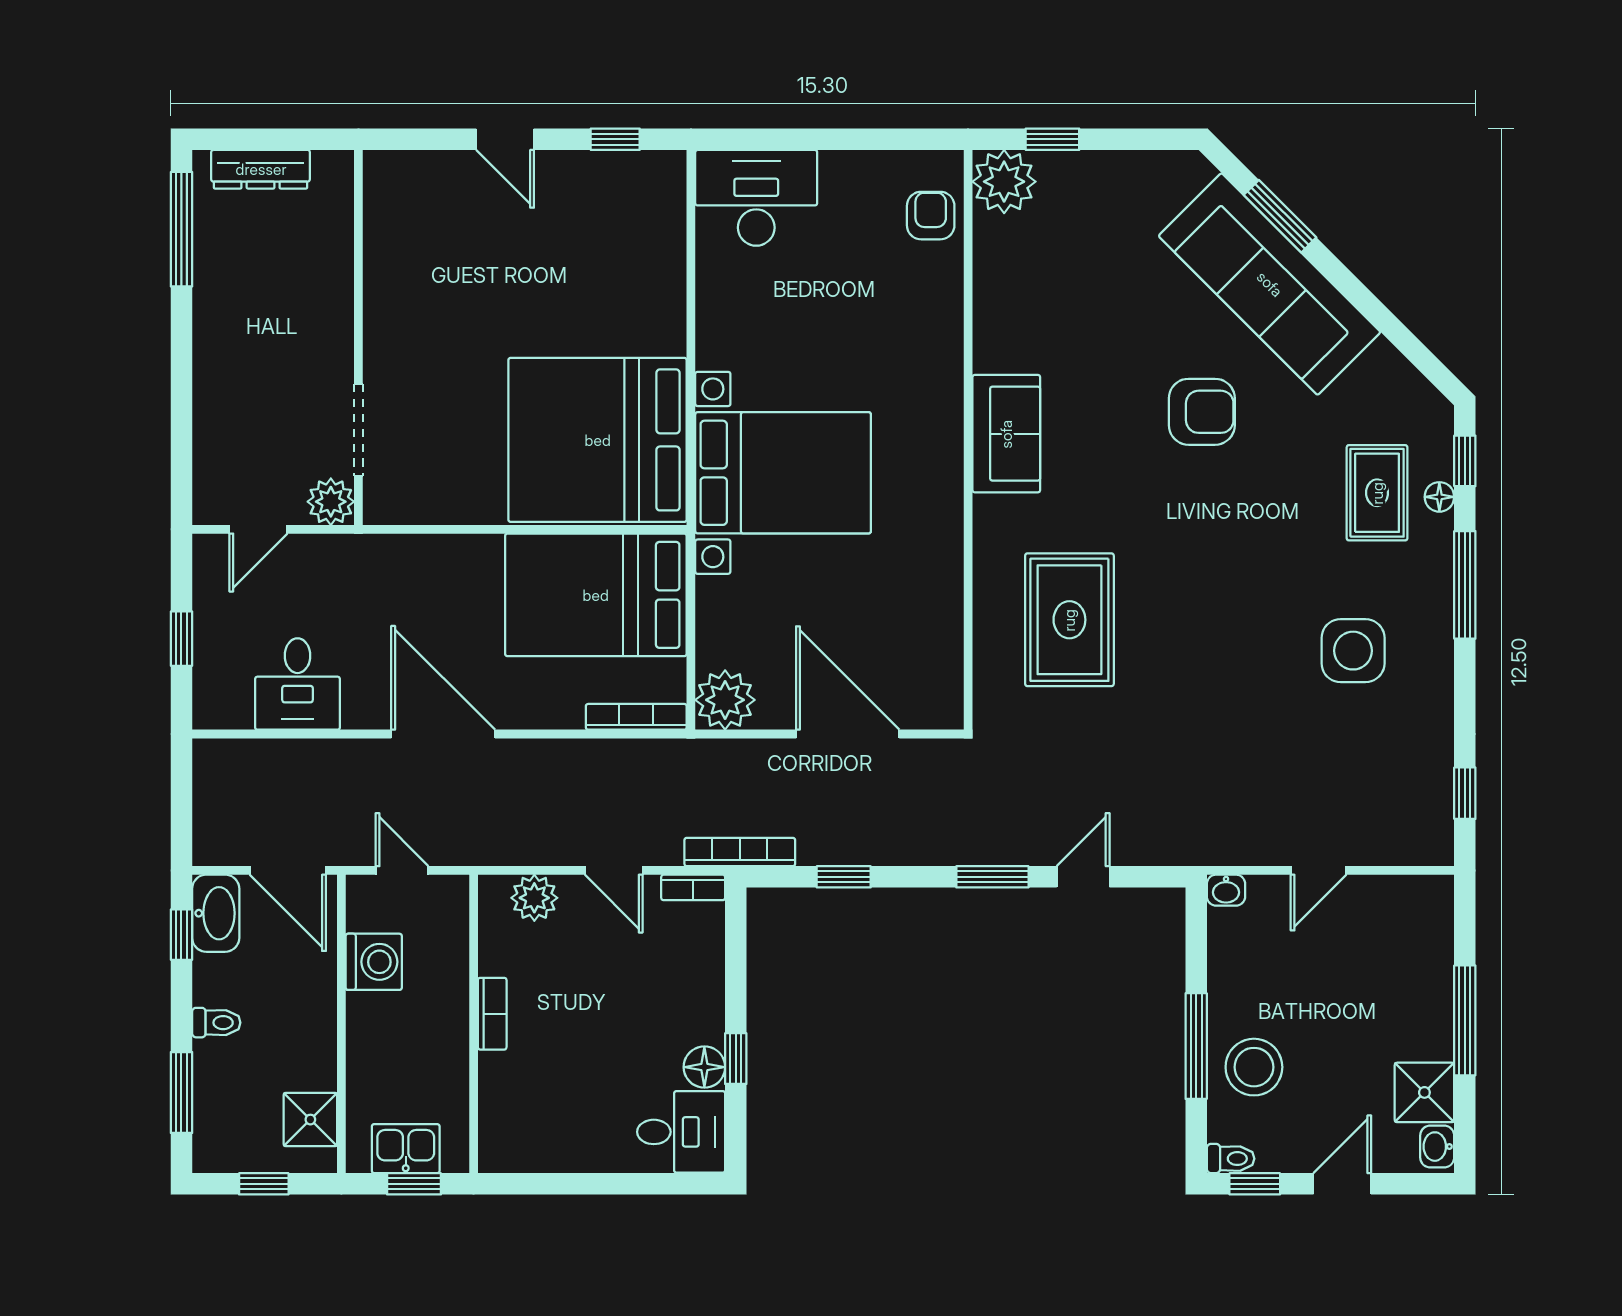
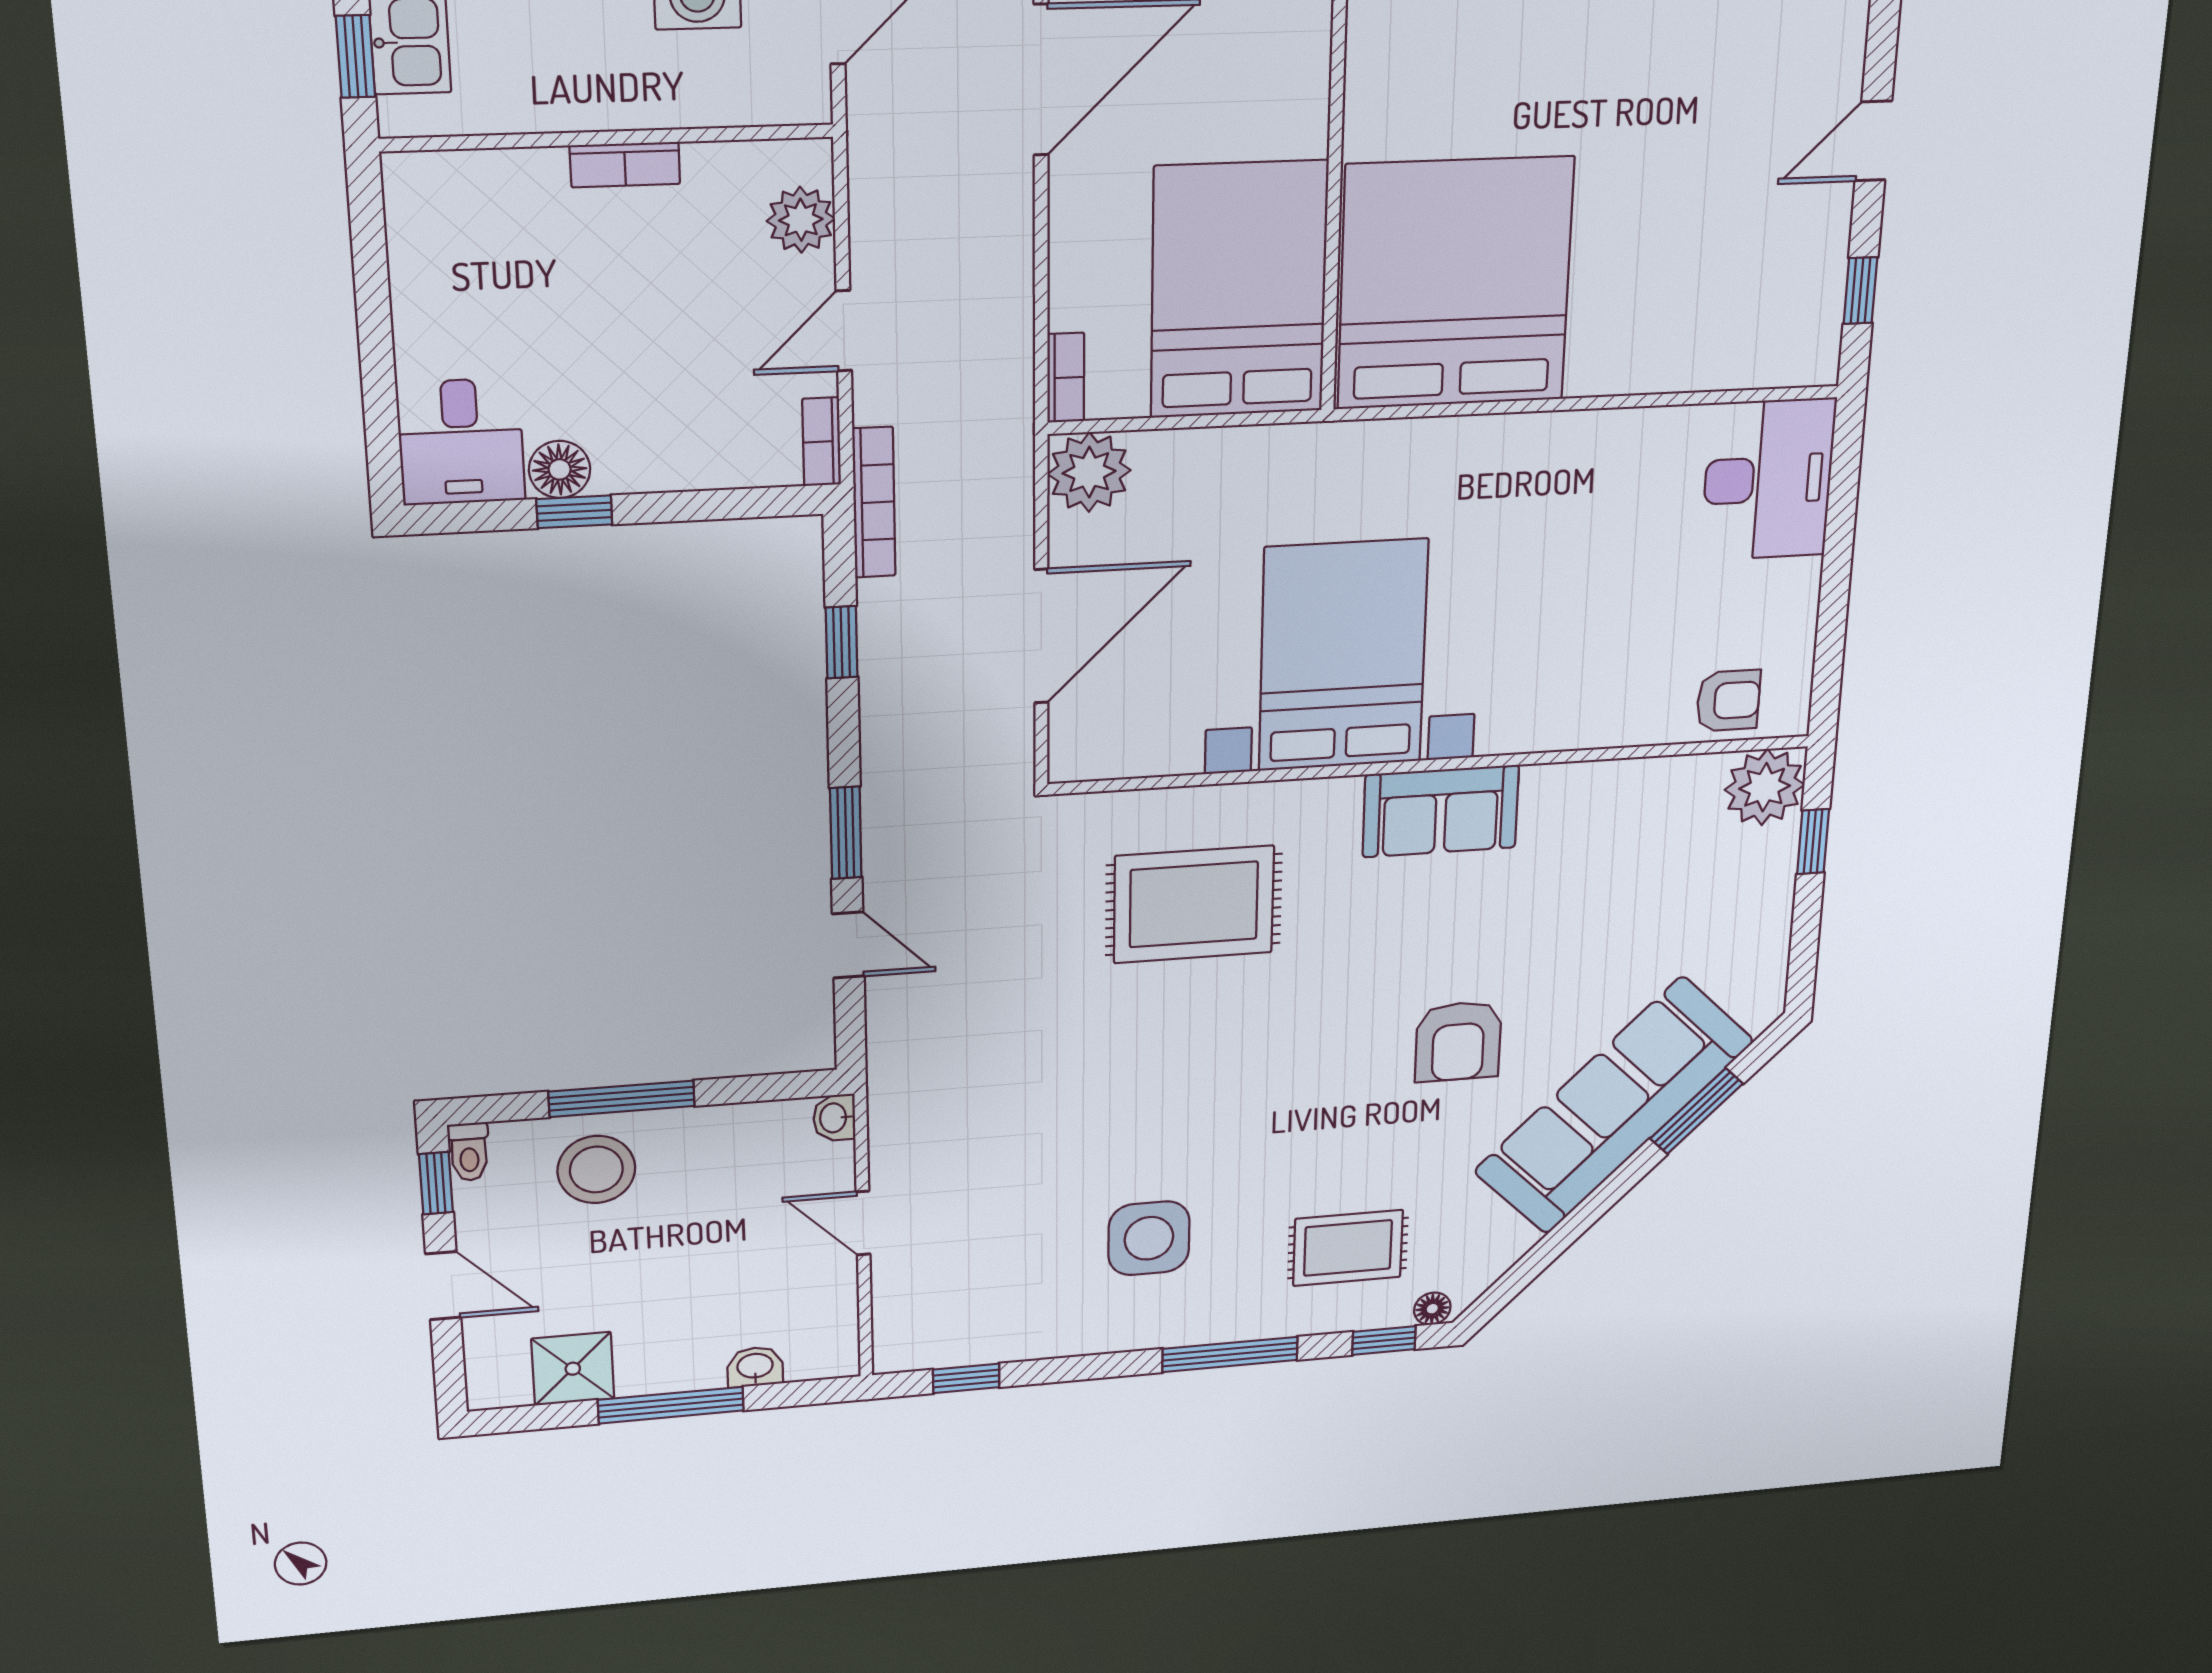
bed with nightstands: (783, 473) -> (1343, 655), moved, turned 180
floor lamp: (1439, 497) -> (1432, 1309), moved
bookcase: (636, 717) -> (1066, 378), width x0.64
washbasin: (1437, 1147) -> (755, 1367), moved

